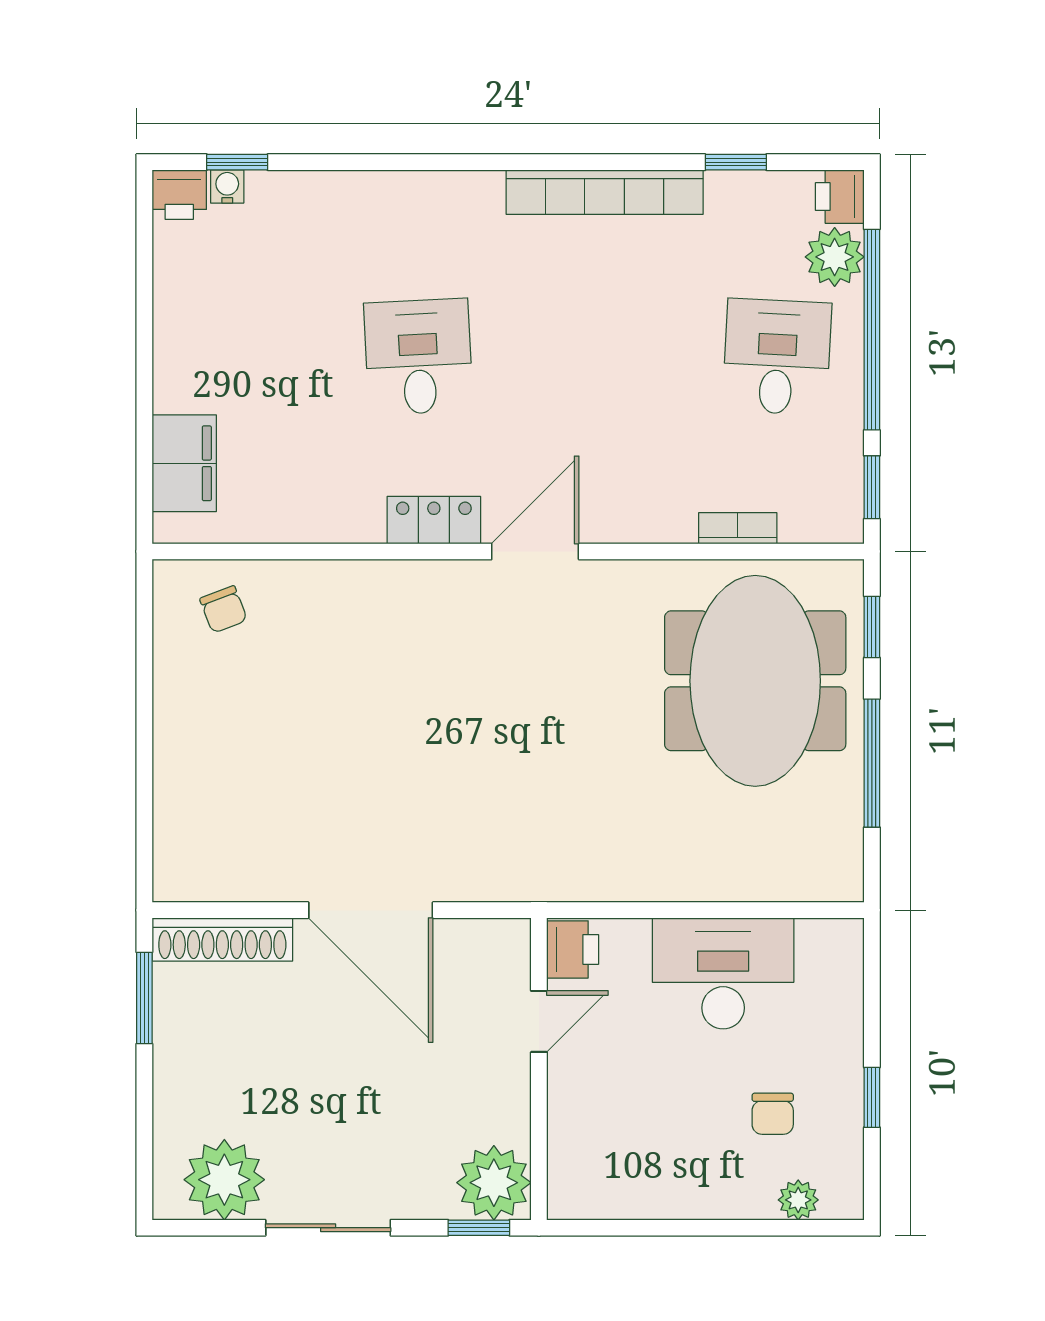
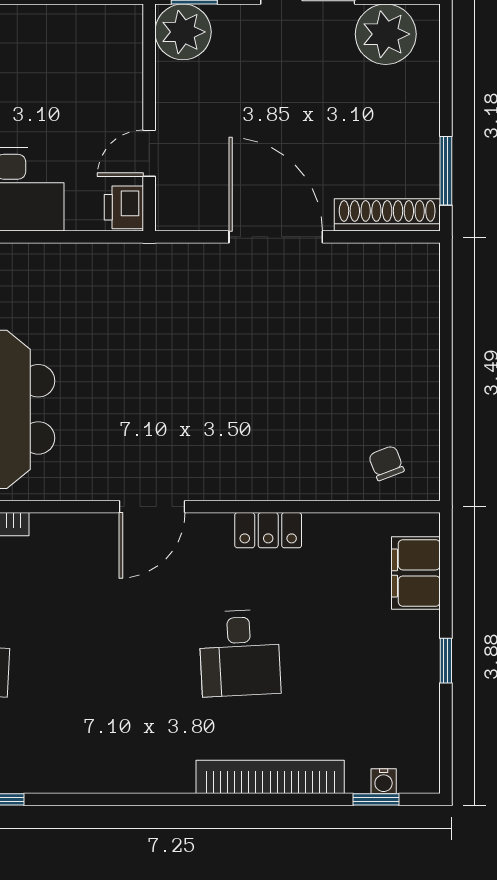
bookcase: (605, 192) -> (270, 777), moved
printer: (179, 195) -> (420, 775), removed
window: (144, 347) -> (446, 661), added
locker: (434, 520) -> (268, 530), moved

